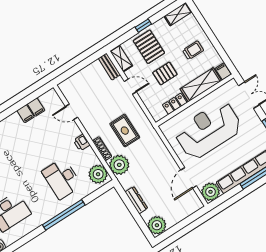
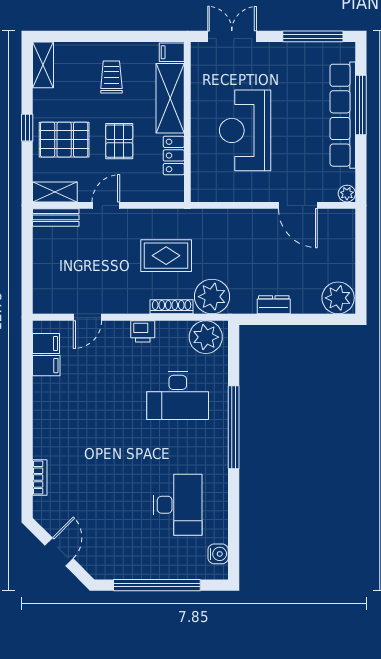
filing cabinet: (26, 114) -> (46, 343), moved
reception desk: (208, 130) -> (245, 130), width x0.74, depth x0.77
plant: (210, 192) -> (347, 194), width x0.53, depth x0.53
dresser: (136, 200) -> (274, 305), width x0.70

